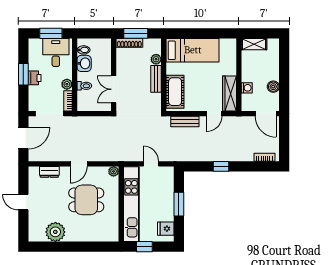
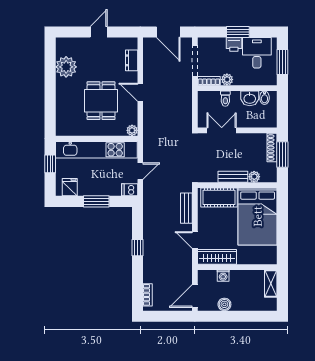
bed: (193, 50) -> (258, 216), width x1.50
desk: (56, 53) -> (257, 53), moved, turned -90
dishwasher: (168, 174) -> (130, 190), added

